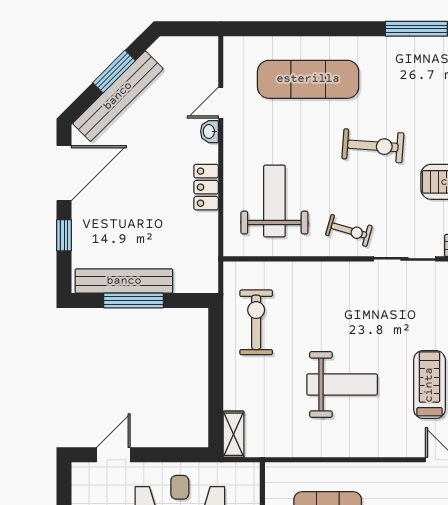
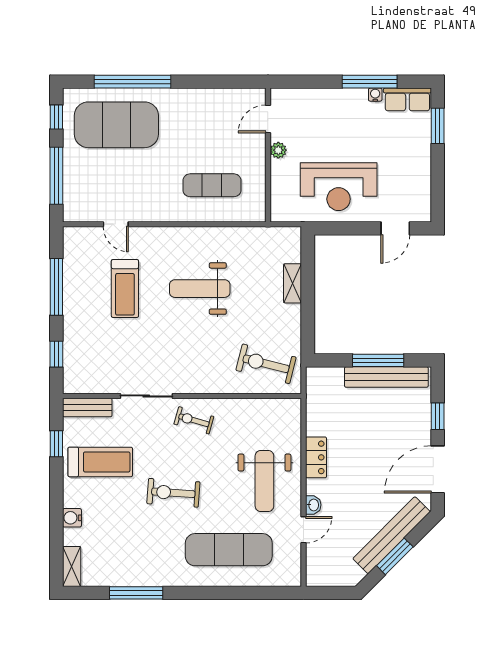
weight bench: (274, 201) -> (264, 481), moved
exercise bike: (256, 322) -> (266, 364), moved, turned 104
shelving: (234, 434) -> (293, 283), moved

